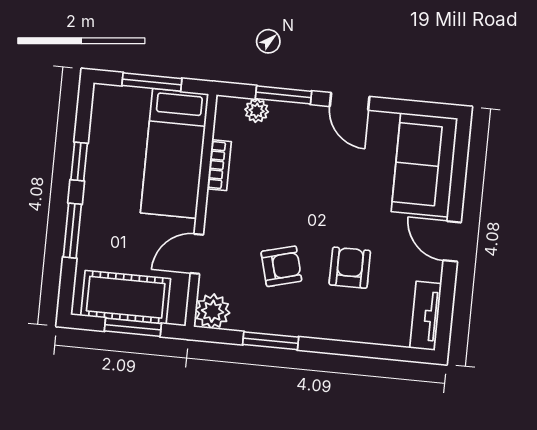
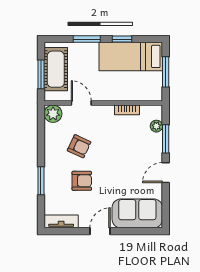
bed: (175, 153) -> (131, 56), moved
armchair: (281, 266) -> (79, 146), turned -50
window: (271, 341) -> (41, 181), moved

